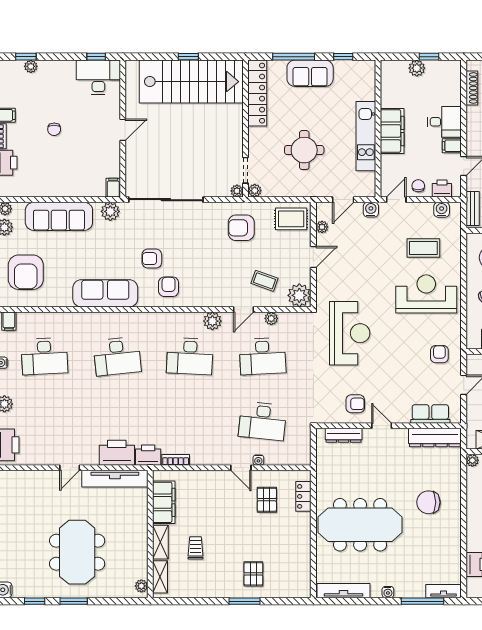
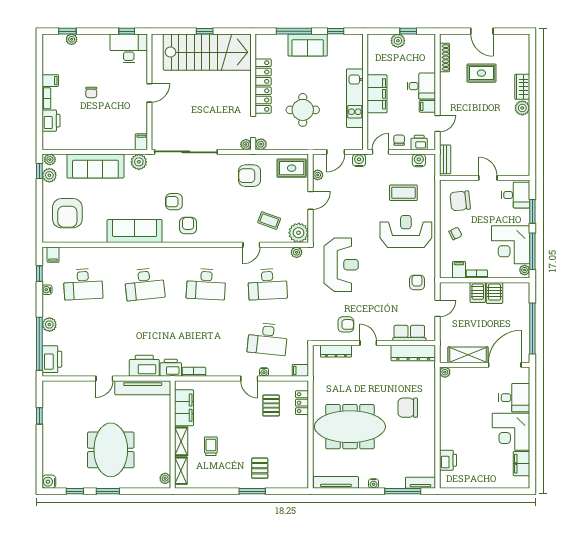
locker: (257, 93) -> (263, 86), moved
plant: (271, 318) -> (297, 252), moved
plant: (212, 321) -> (225, 254), removed
filing cabinet: (301, 458) -> (300, 370), added

